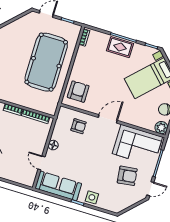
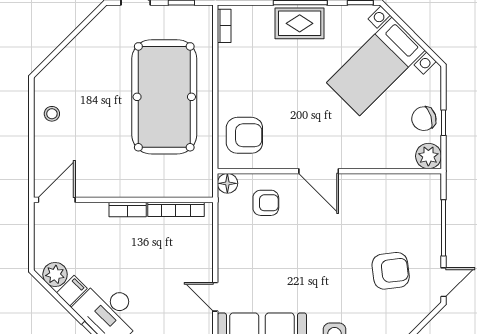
armchair: (78, 92) -> (244, 135), turned 90
door: (108, 119) -> (319, 171), swing flipped
floor lamp: (53, 145) -> (227, 183), moved
corner sofa: (137, 145) -> (392, 205), removed

